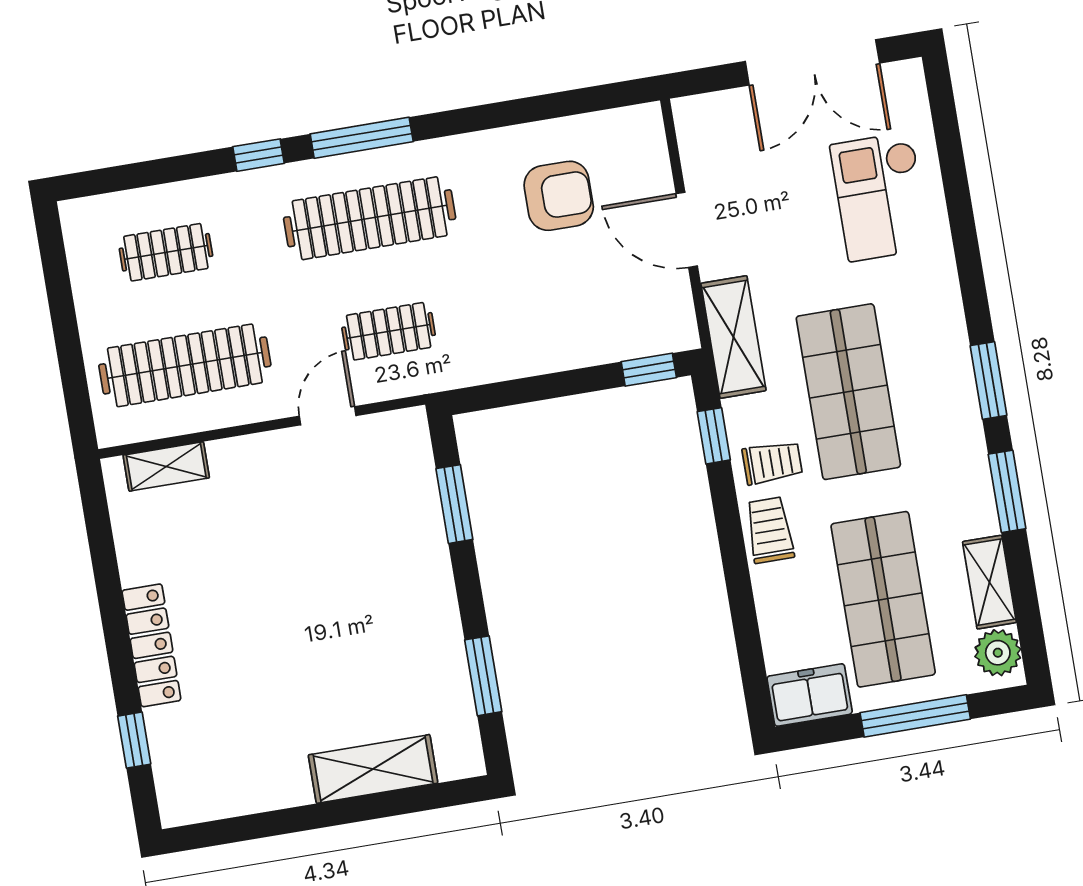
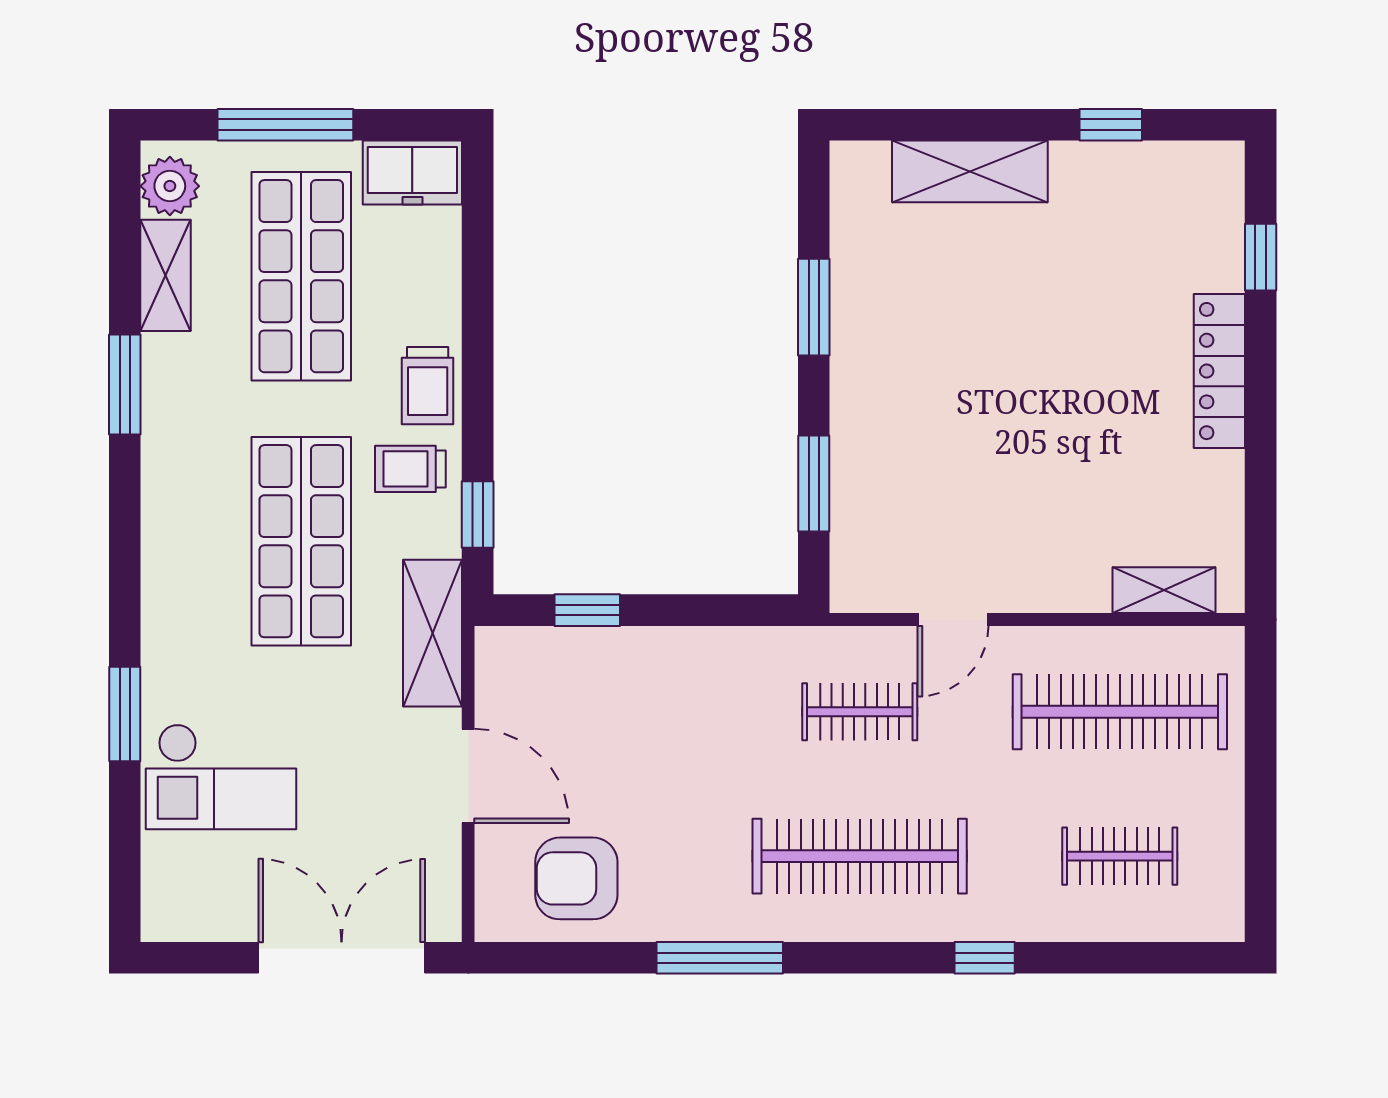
double door: (812, 62) -> (342, 958), moved
window: (362, 138) -> (720, 958), moved
armchair: (559, 196) -> (576, 878), moved
checkout: (880, 197) -> (221, 777), turned 90
window: (649, 370) -> (587, 610), moved
window: (989, 381) -> (125, 714), moved
window: (483, 676) -> (814, 307), moved
window: (269, 824) -> (1111, 125), added

